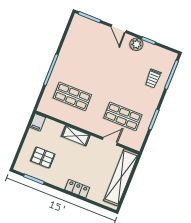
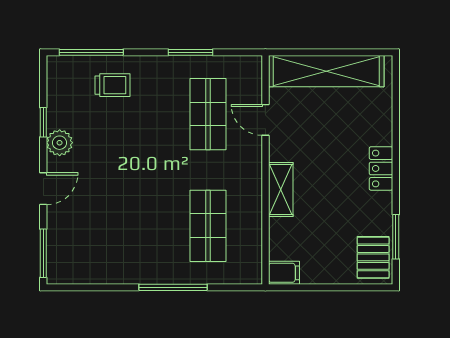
pallet: (43, 157) -> (373, 257), moved
locker: (77, 189) -> (381, 168), moved

